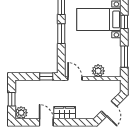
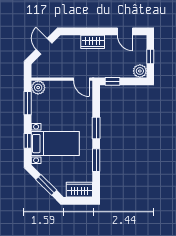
plant: (98, 71) -> (38, 88), moved
plant: (21, 113) -> (140, 71), moved
door: (46, 122) -> (125, 31), moved

